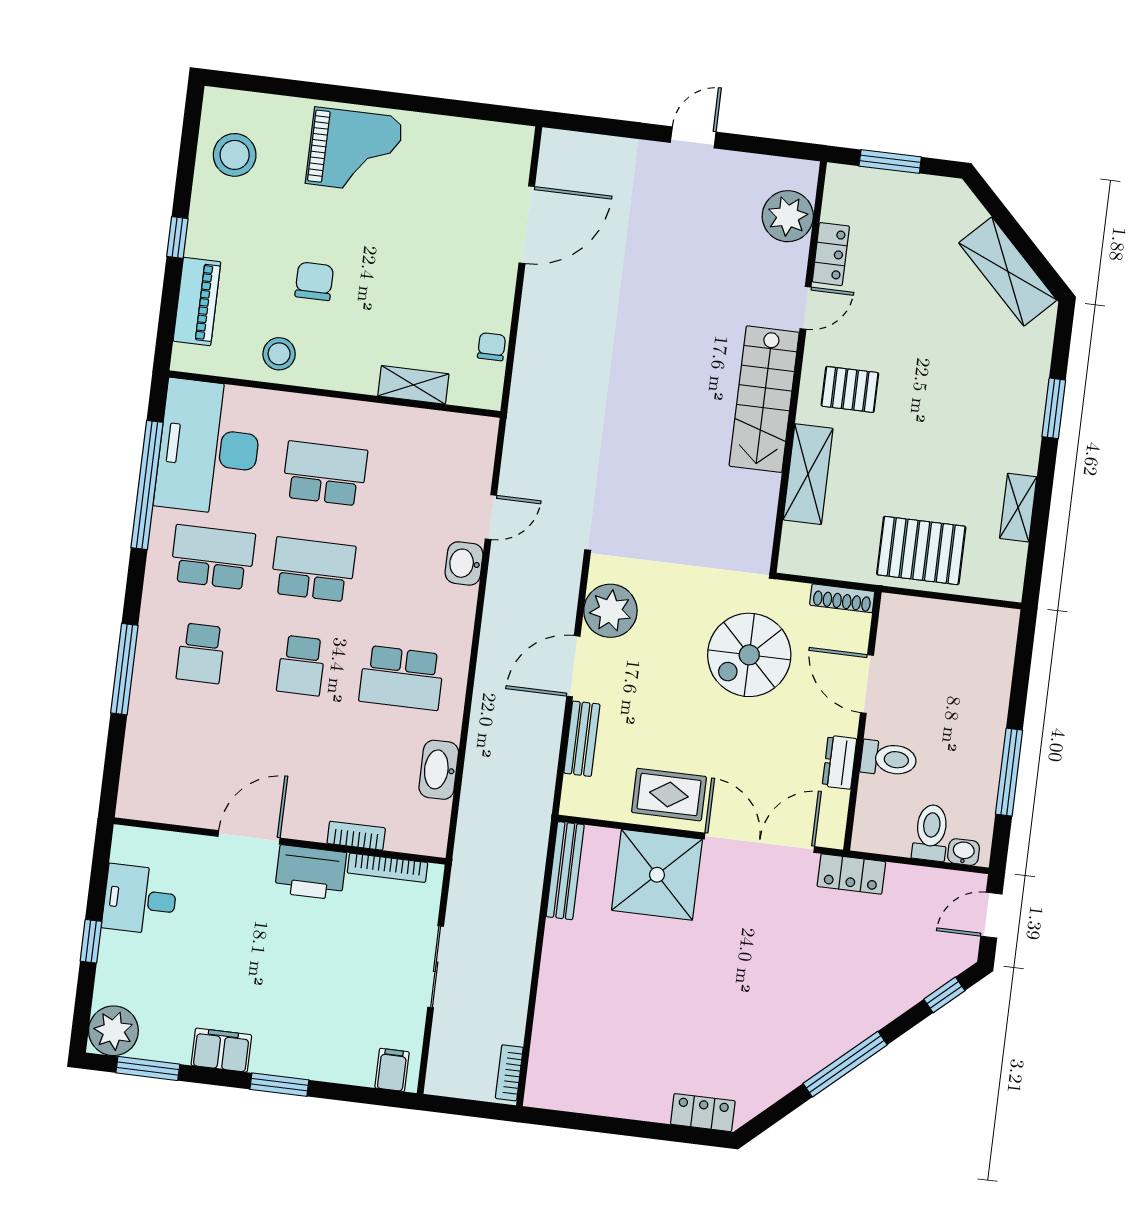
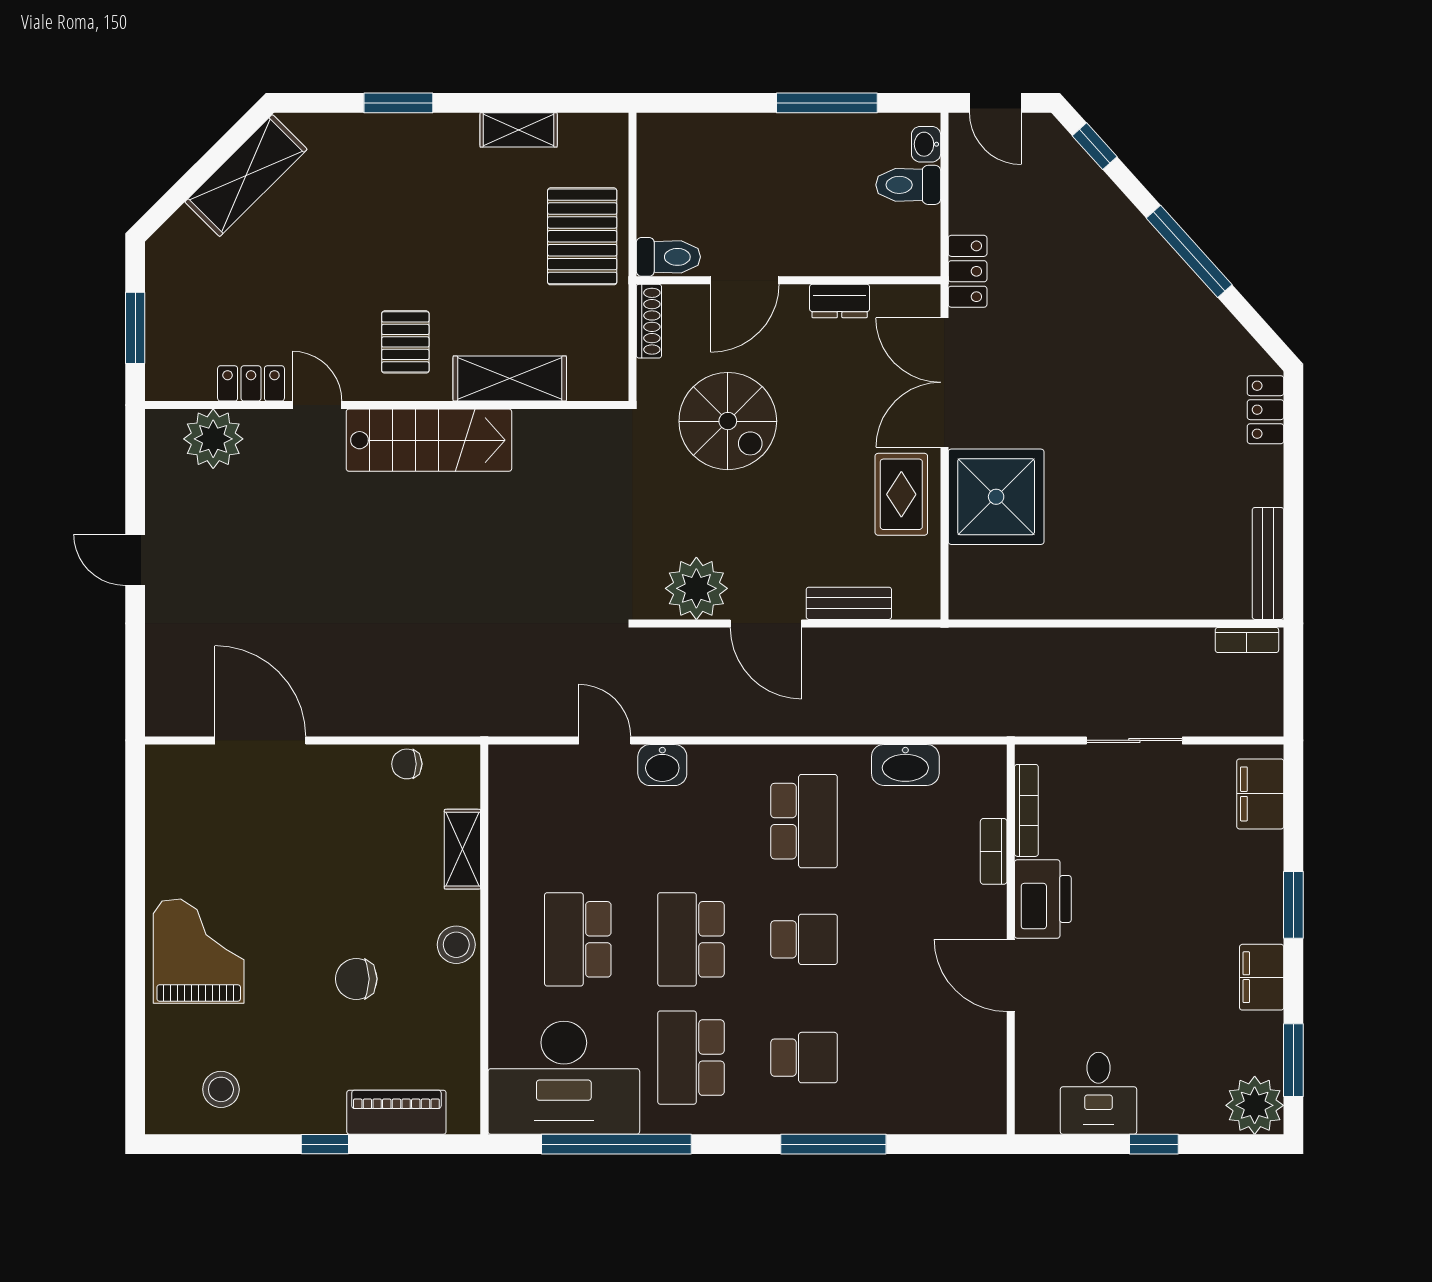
stool: (235, 155) -> (221, 1089), width x0.73, depth x0.73
stool: (279, 354) -> (456, 945), moved
toilet: (889, 759) -> (668, 257), moved, turned 90
bench: (565, 871) -> (1268, 563), moved, turned 90
filing cabinet: (392, 1070) -> (1260, 794), width x2.00

